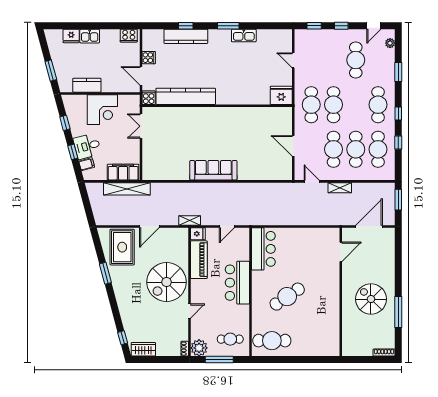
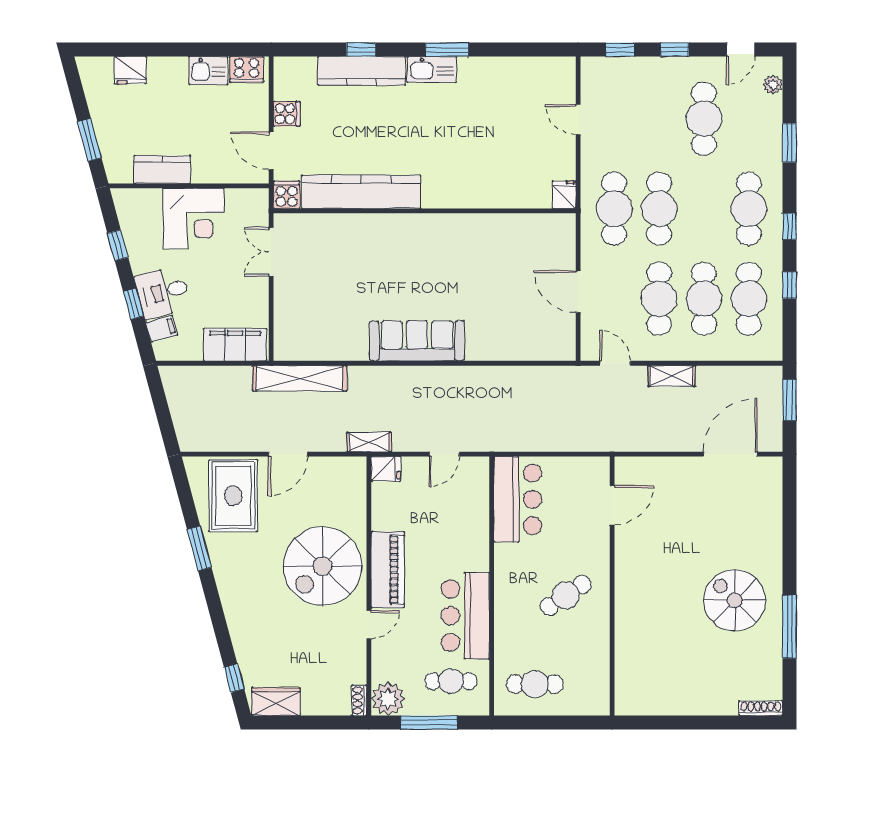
kitchen sink: (90, 36) -> (208, 70), moved
kitchen sink: (244, 36) -> (432, 69), moved
fridge: (281, 95) -> (564, 195), width x0.53, depth x0.75
shelving: (127, 189) -> (300, 378), moved
door: (341, 252) -> (612, 505), moved
piano: (199, 260) -> (388, 570), moved
bar counter: (237, 283) -> (465, 616), moved
wall: (341, 292) -> (612, 586), moved
cafe table: (287, 297) -> (566, 595), width x0.73, depth x0.74
cafe table: (272, 341) -> (535, 684), width x0.73, depth x0.74

